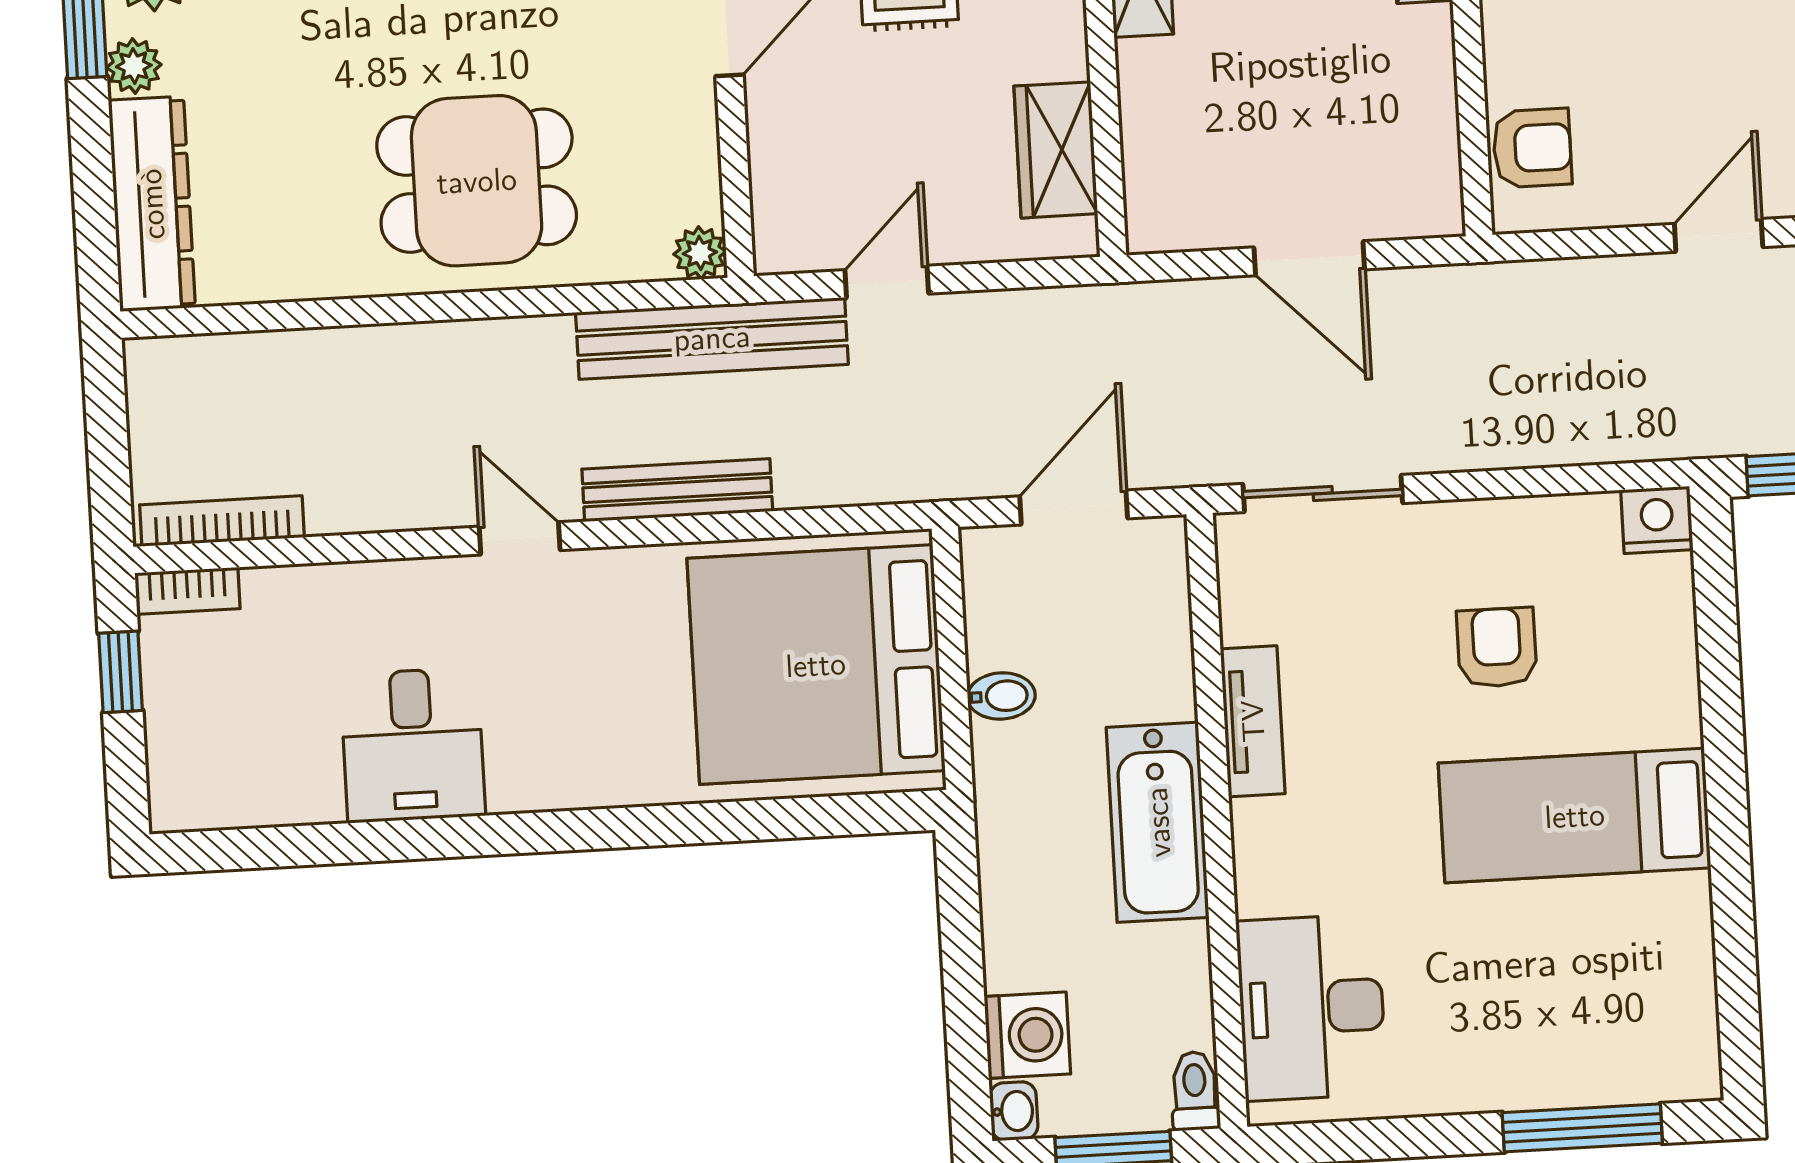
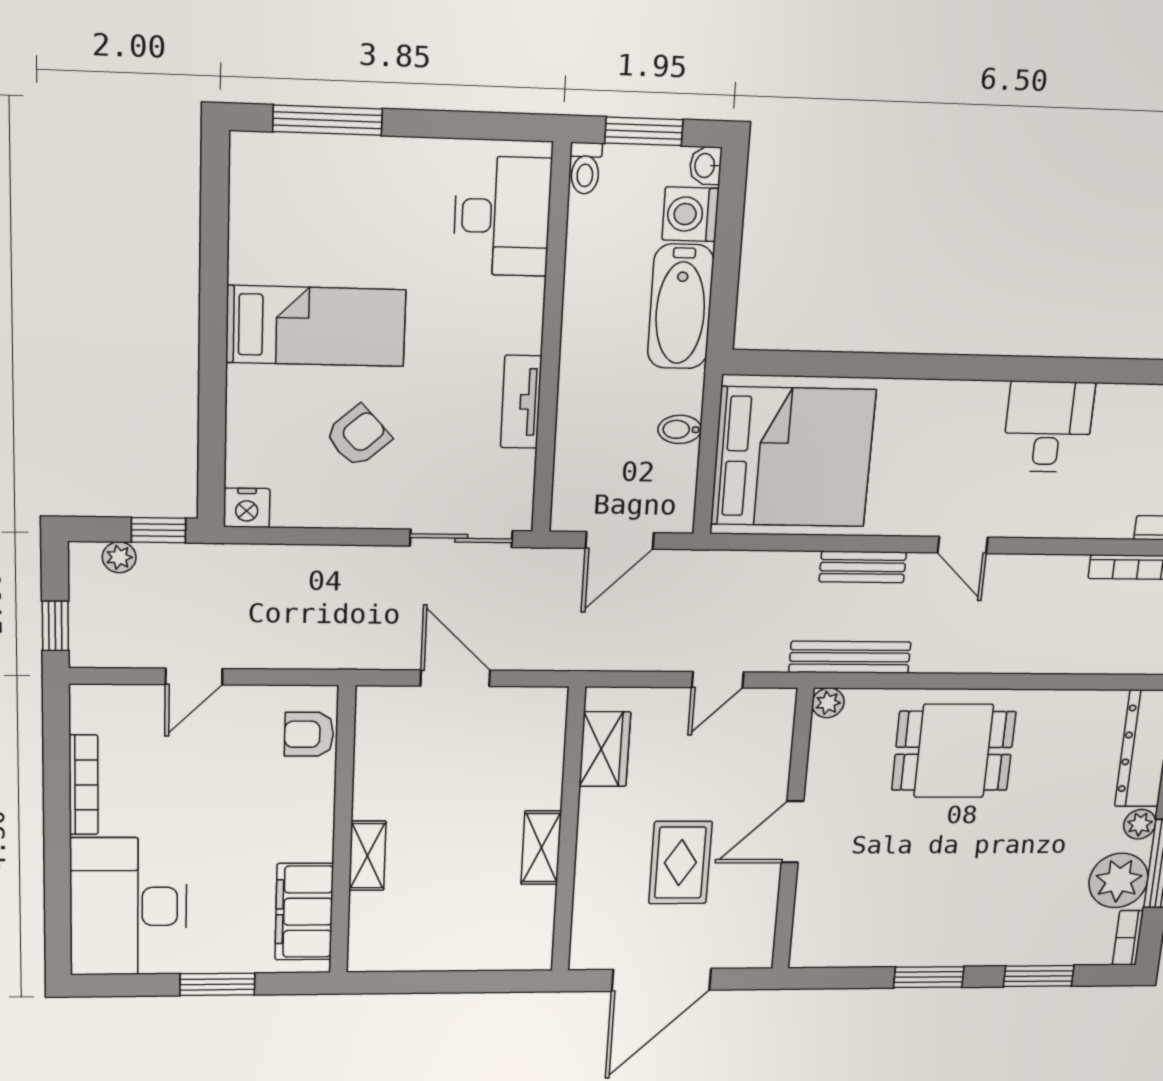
bench: (712, 338) -> (850, 657), width x0.73, depth x0.82
bench: (677, 490) -> (863, 567), width x0.73
armchair: (1497, 648) -> (358, 436), turned -132
bathtub: (1158, 822) -> (681, 307), moved, turned 180

